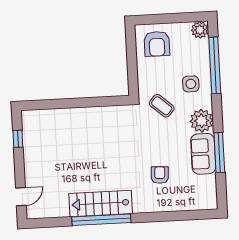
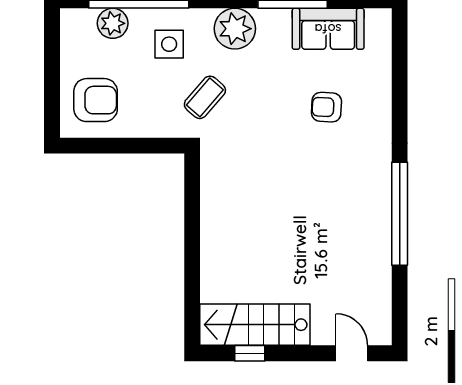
plant: (200, 30) -> (113, 23), moved
sofa: (203, 154) -> (328, 29), moved
stairs: (101, 204) -> (255, 325), moved, turned 90

